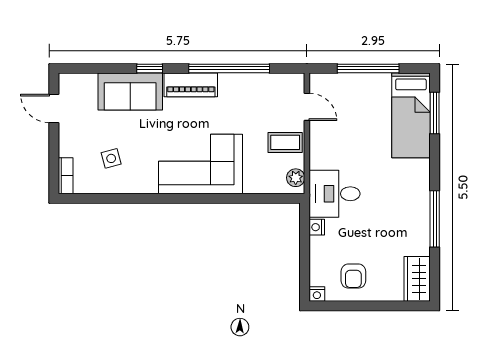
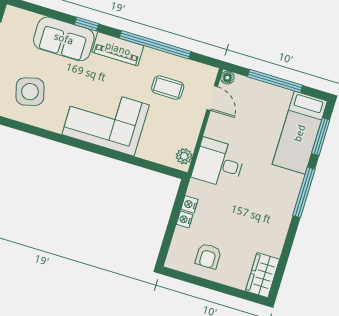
floor lamp: (316, 80) -> (227, 78), added
coffee table: (285, 142) -> (168, 88), moved
side table: (111, 158) -> (30, 92), width x1.87, depth x1.87
desk: (335, 194) -> (219, 163), moved
window: (435, 219) -> (304, 192), moved
nightstand: (317, 294) -> (185, 219), moved, turned 90

